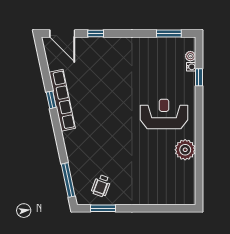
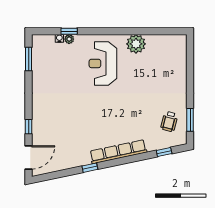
plant: (190, 56) -> (69, 39), moved
row of seats: (62, 100) -> (118, 152), moved
window: (68, 180) -> (164, 152), width x0.46
wheelchair: (101, 186) -> (169, 122), turned 84

